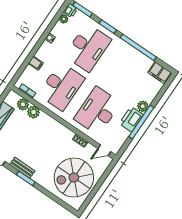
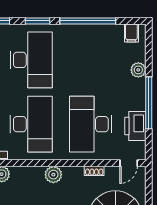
filing cabinet: (160, 73) -> (131, 33), width x0.50
plant: (143, 106) -> (138, 70), moved
plant: (34, 112) -> (53, 175), moved
printer: (131, 119) -> (135, 126), moved

